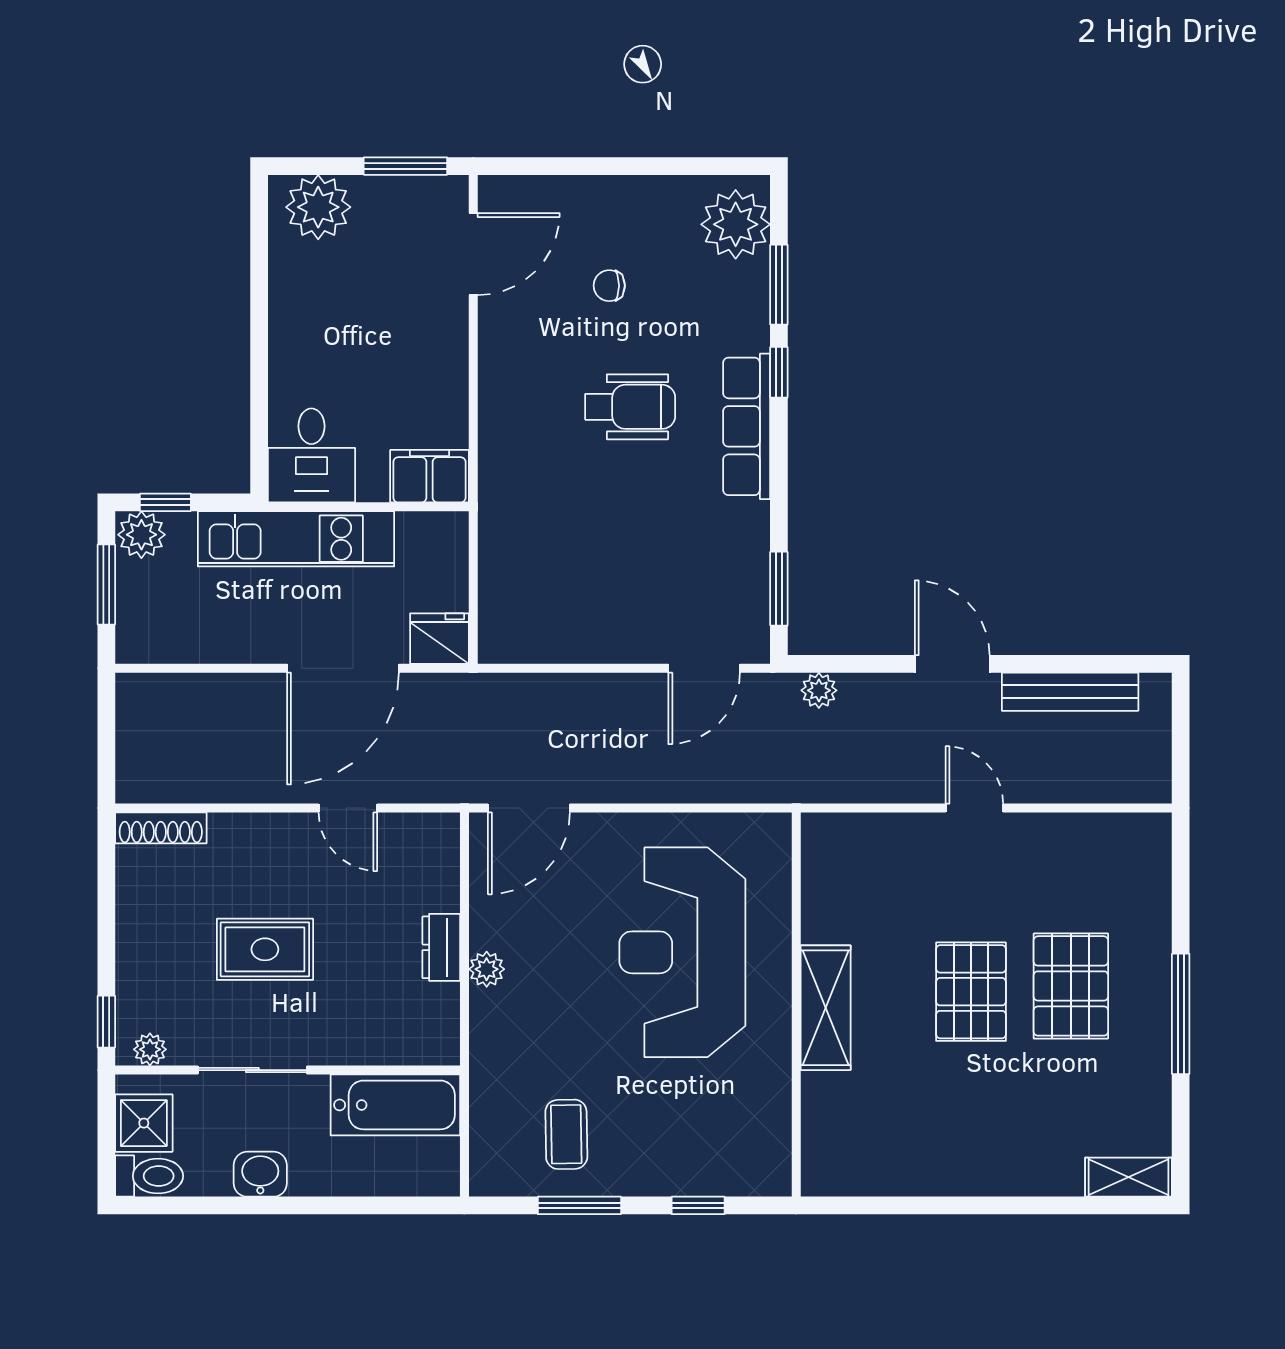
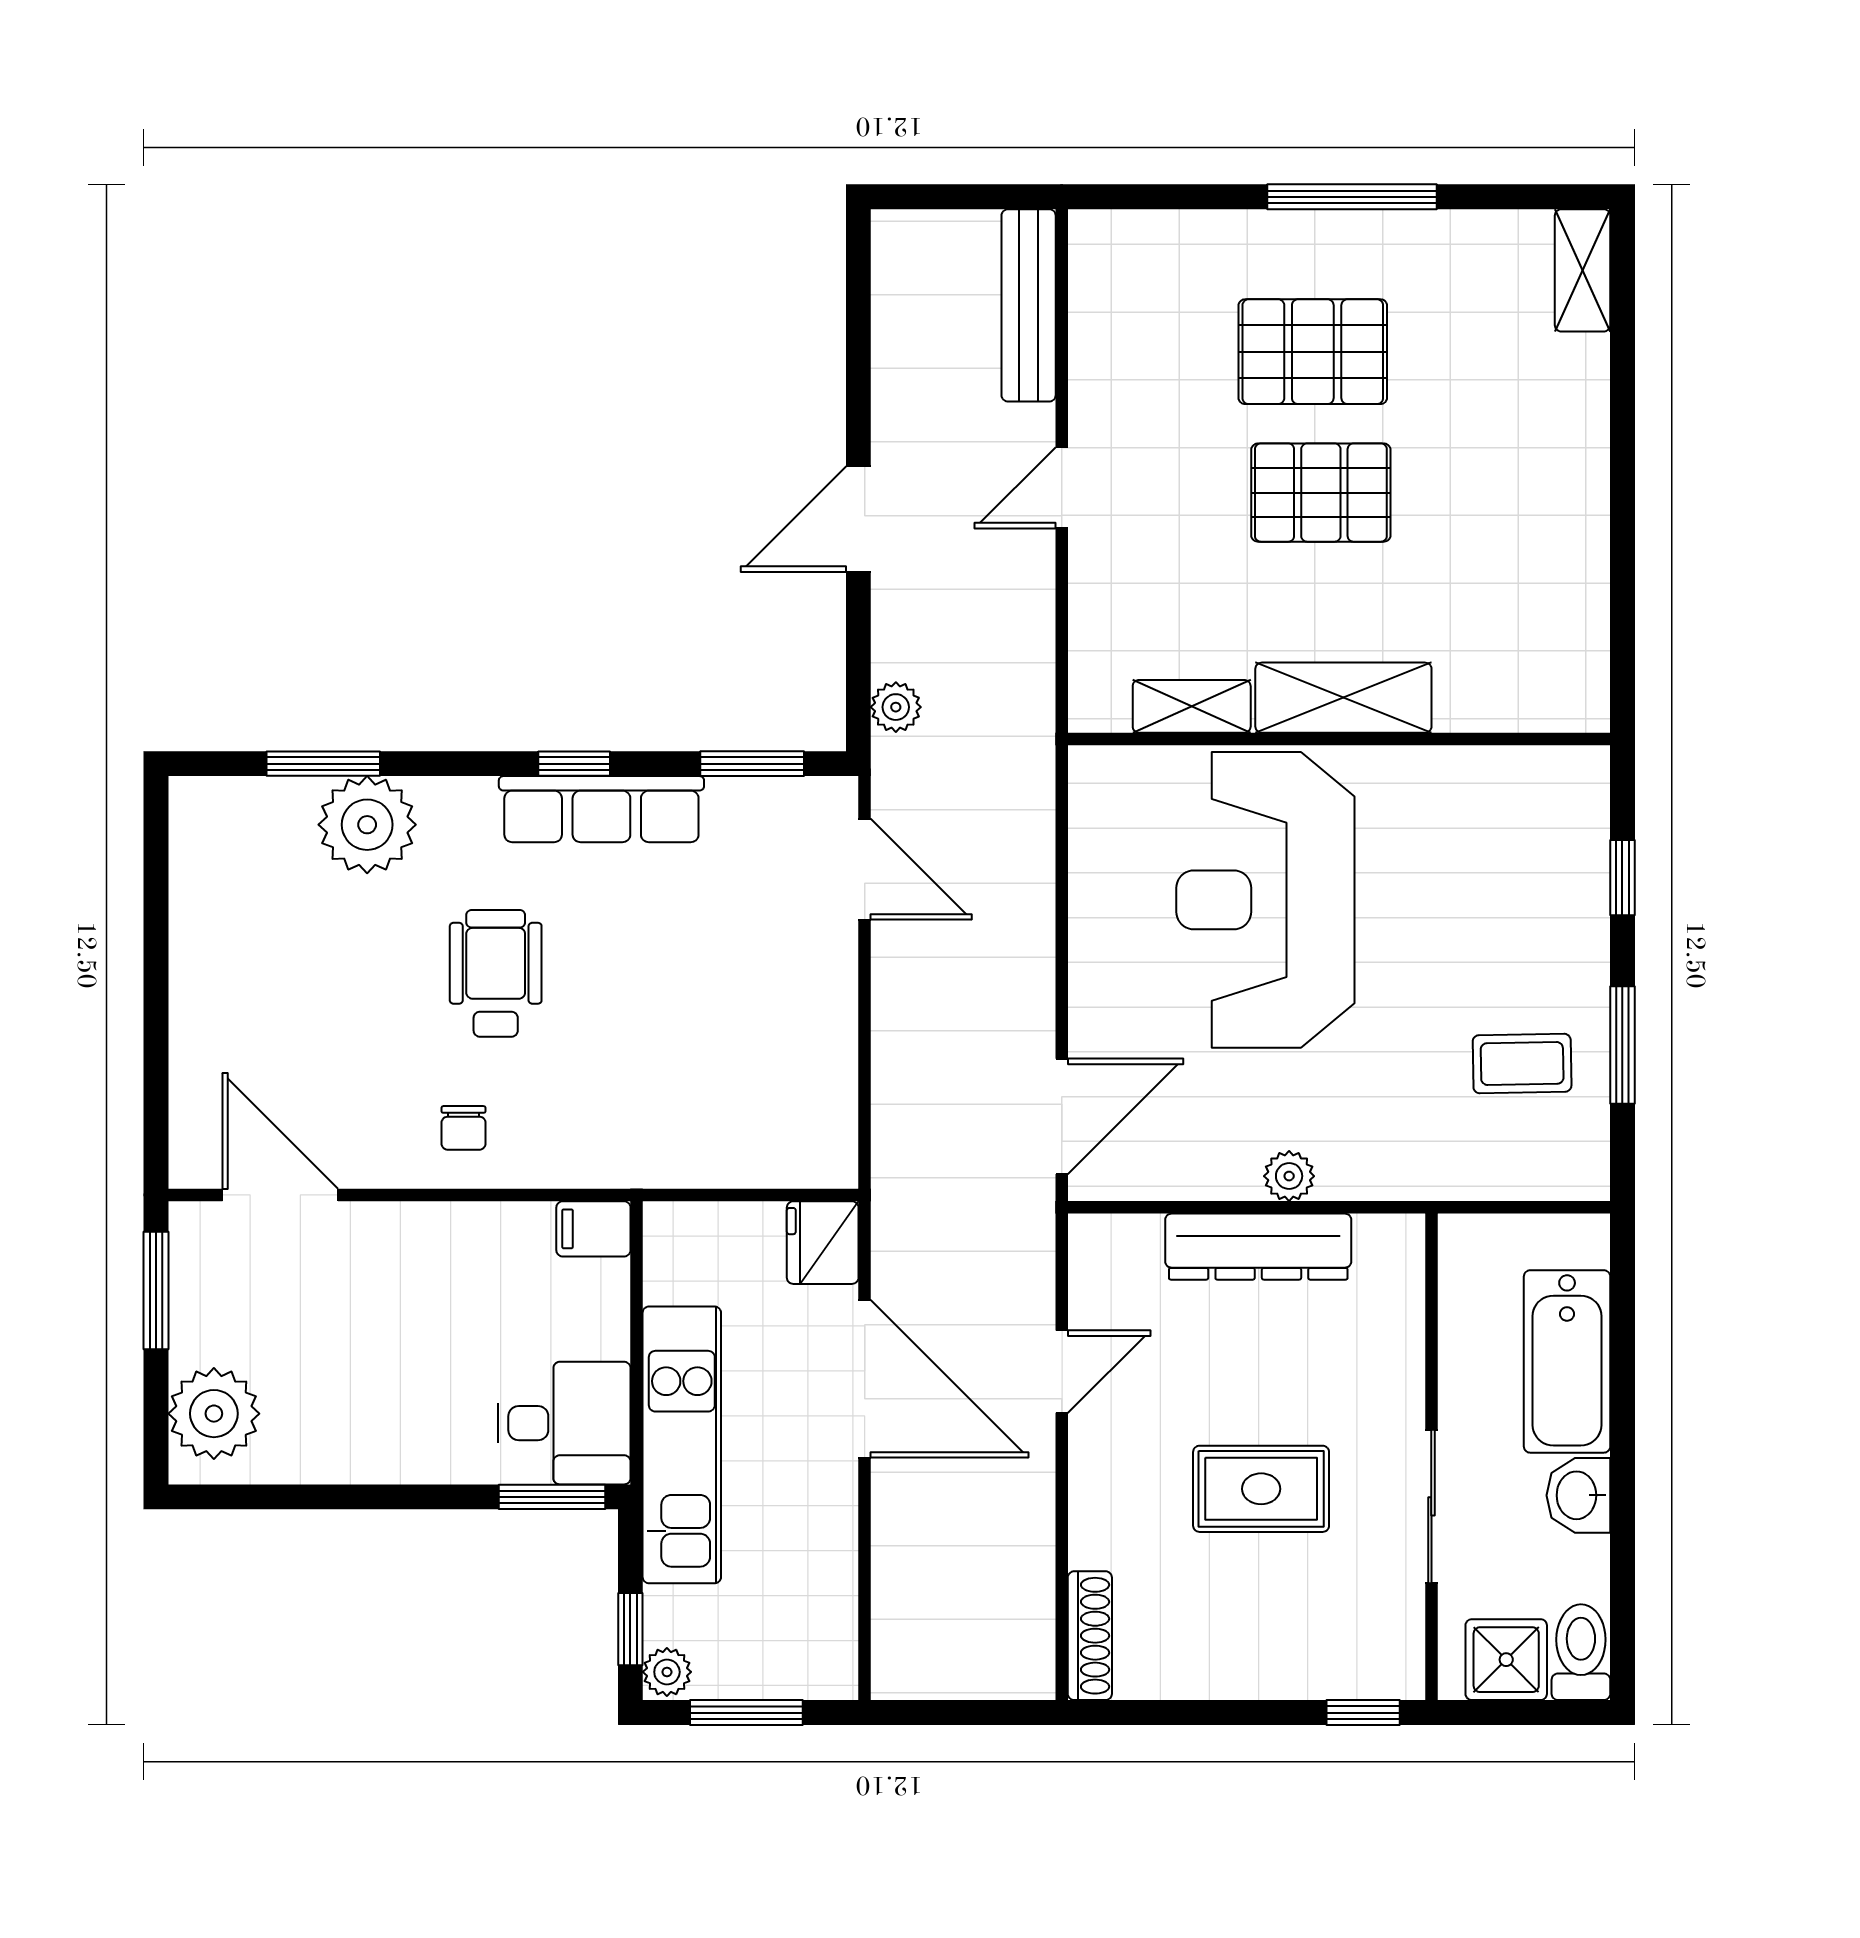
plant: (736, 224) -> (367, 825), moved
chair: (609, 286) -> (464, 1128), moved
window: (779, 372) -> (574, 764), moved
row of seats: (747, 426) -> (601, 809), moved
window: (259, 447) -> (552, 1497), added
filing cabinet: (429, 476) -> (593, 1229), width x0.50
plant: (141, 535) -> (667, 1672), width x0.73, depth x0.73
bench: (1070, 692) -> (1029, 305), moved
door: (529, 808) -> (1062, 1116), hinge flipped
shelving: (819, 900) -> (1192, 706), added
dresser: (441, 947) -> (1258, 1247), width x1.96, depth x1.24
rug: (265, 949) -> (1261, 1489), turned 90
reception desk: (682, 952) -> (1265, 900), turned 90
plant: (150, 1049) -> (1402, 1651), removed
bathtub: (395, 1105) -> (1567, 1361), moved, turned 180

